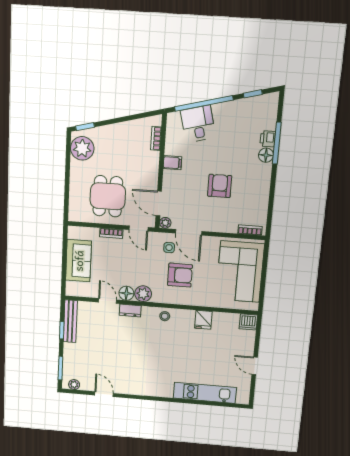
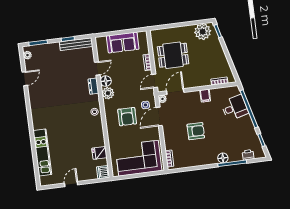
printer: (268, 139) -> (248, 155), moved
fridge: (203, 320) -> (99, 153), moved

